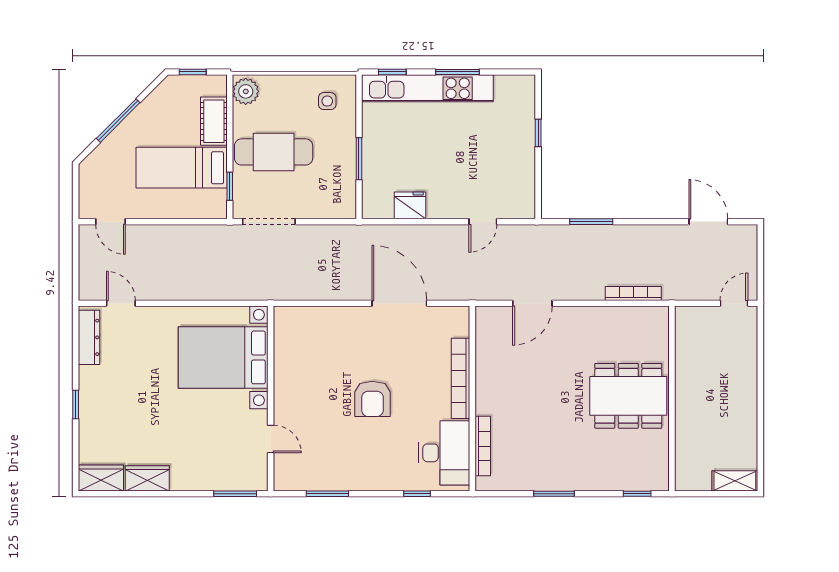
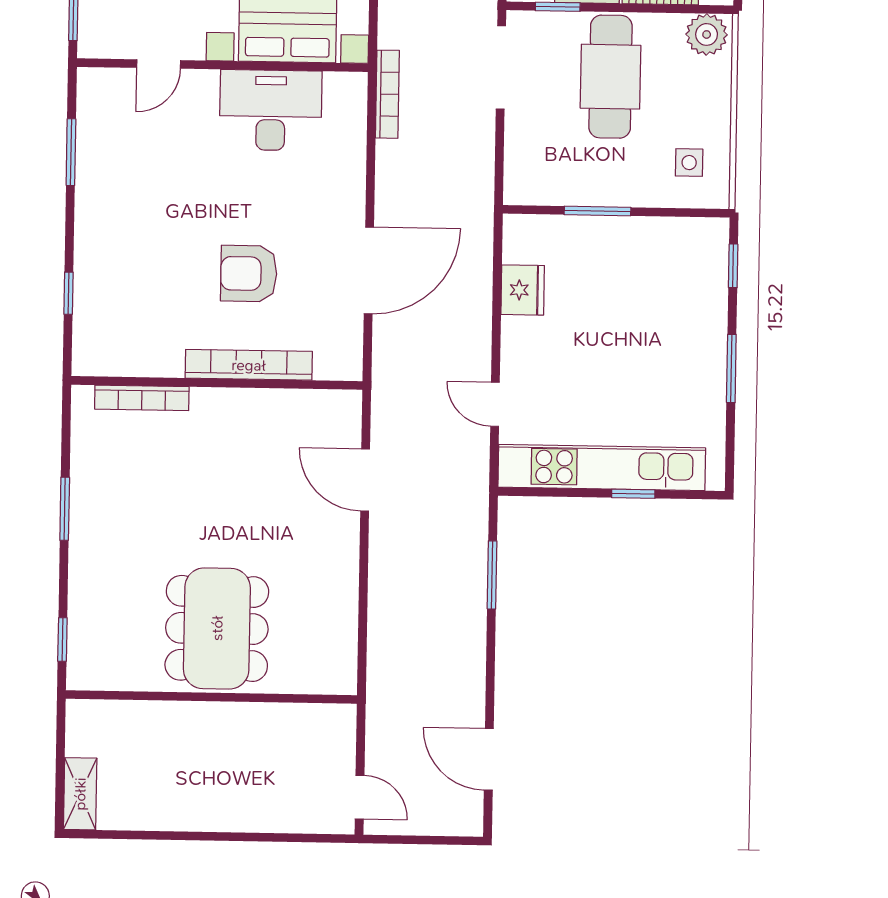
kitchen unit: (427, 88) -> (602, 467), moved, turned 90
door: (708, 222) -> (489, 759), swing flipped
bookcase: (633, 293) -> (387, 94), moved
armchair: (372, 399) -> (249, 274), moved
desk: (444, 453) -> (271, 110), moved, turned 180

